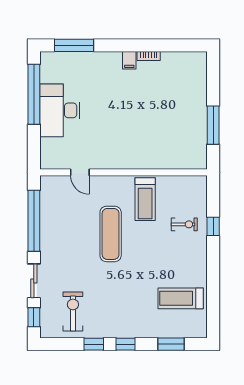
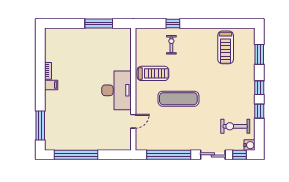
desk: (60, 110) -> (117, 90), moved, turned -90
water cooler: (47, 331) -> (249, 145), added

